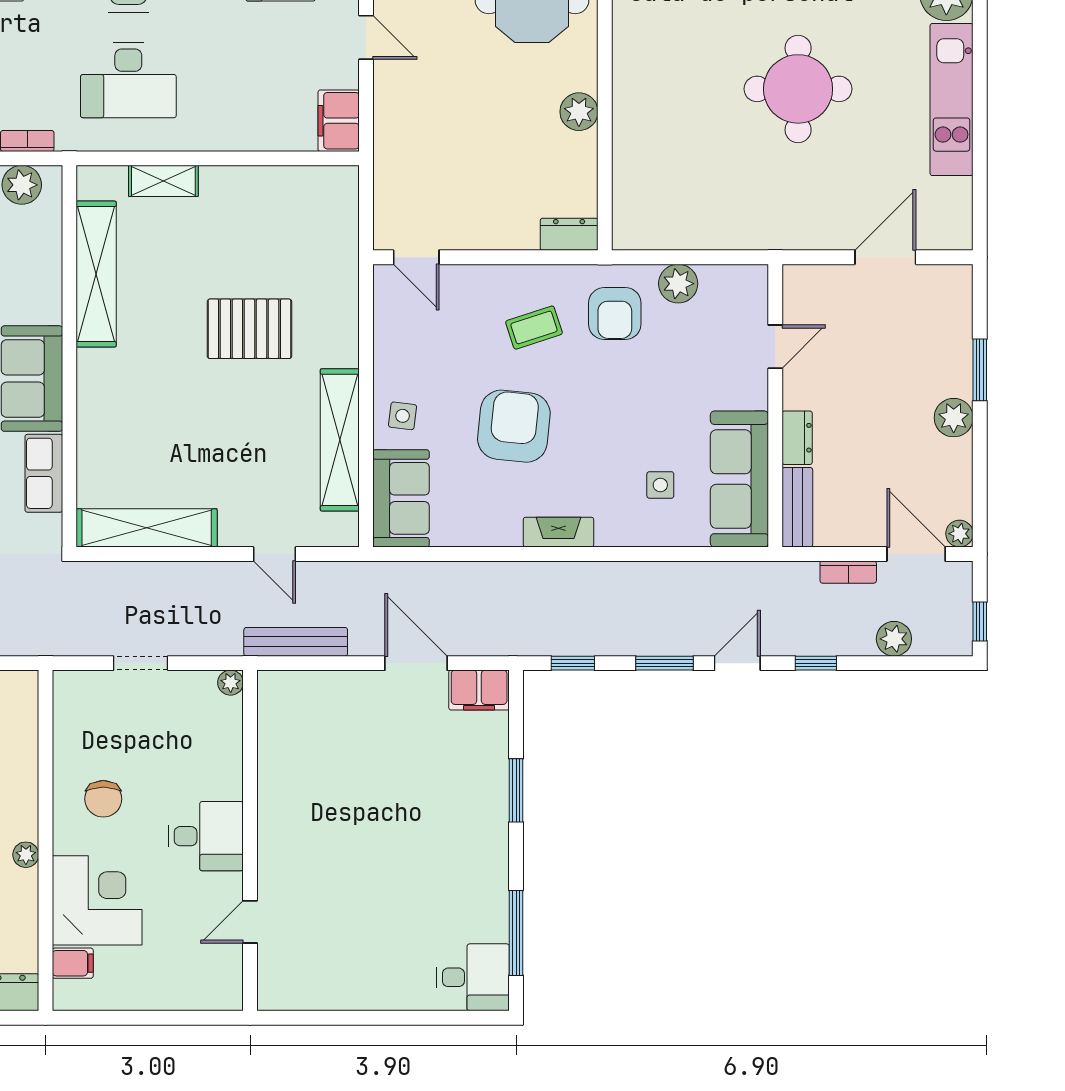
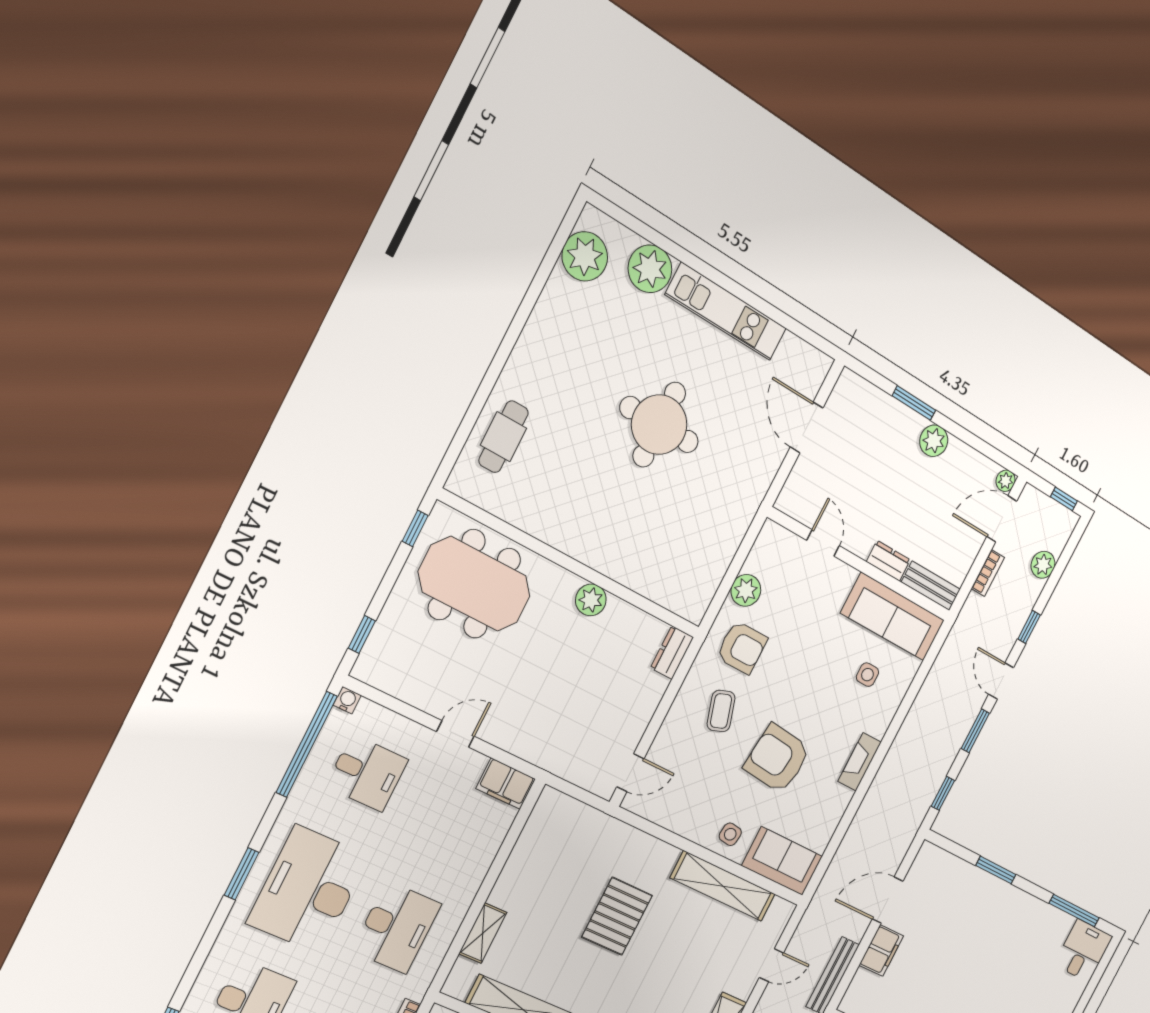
filing cabinet: (479, 690) -> (881, 951), moved

